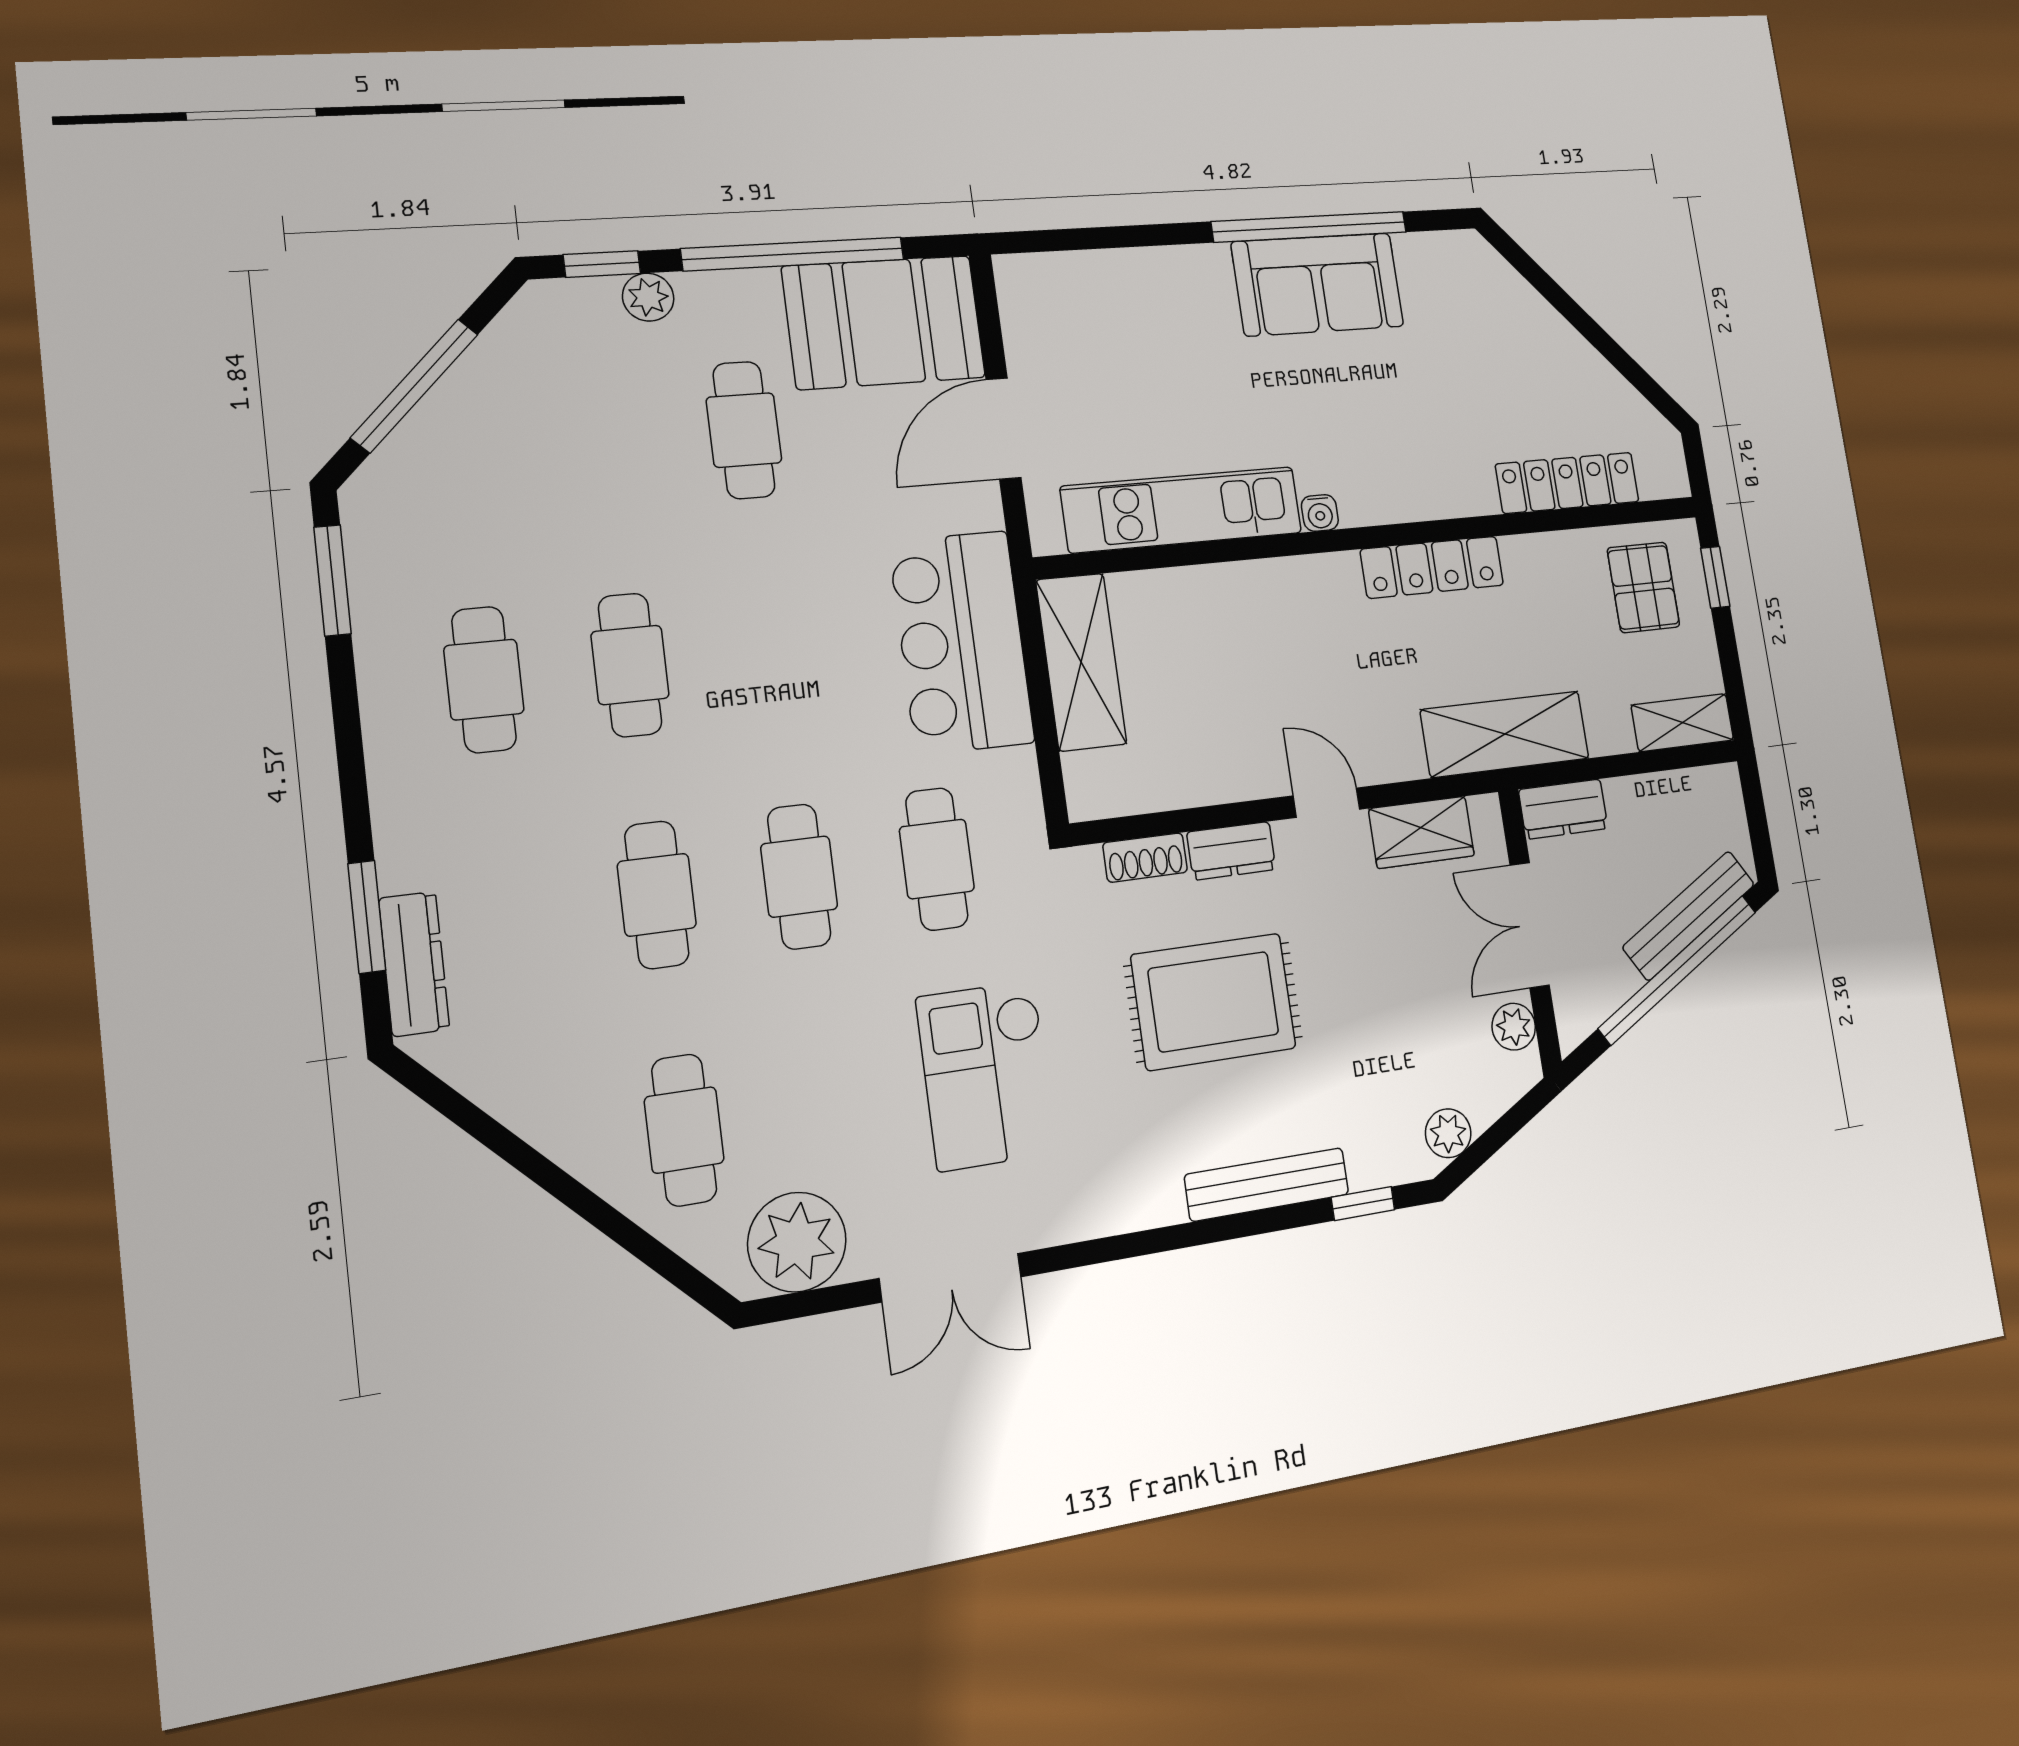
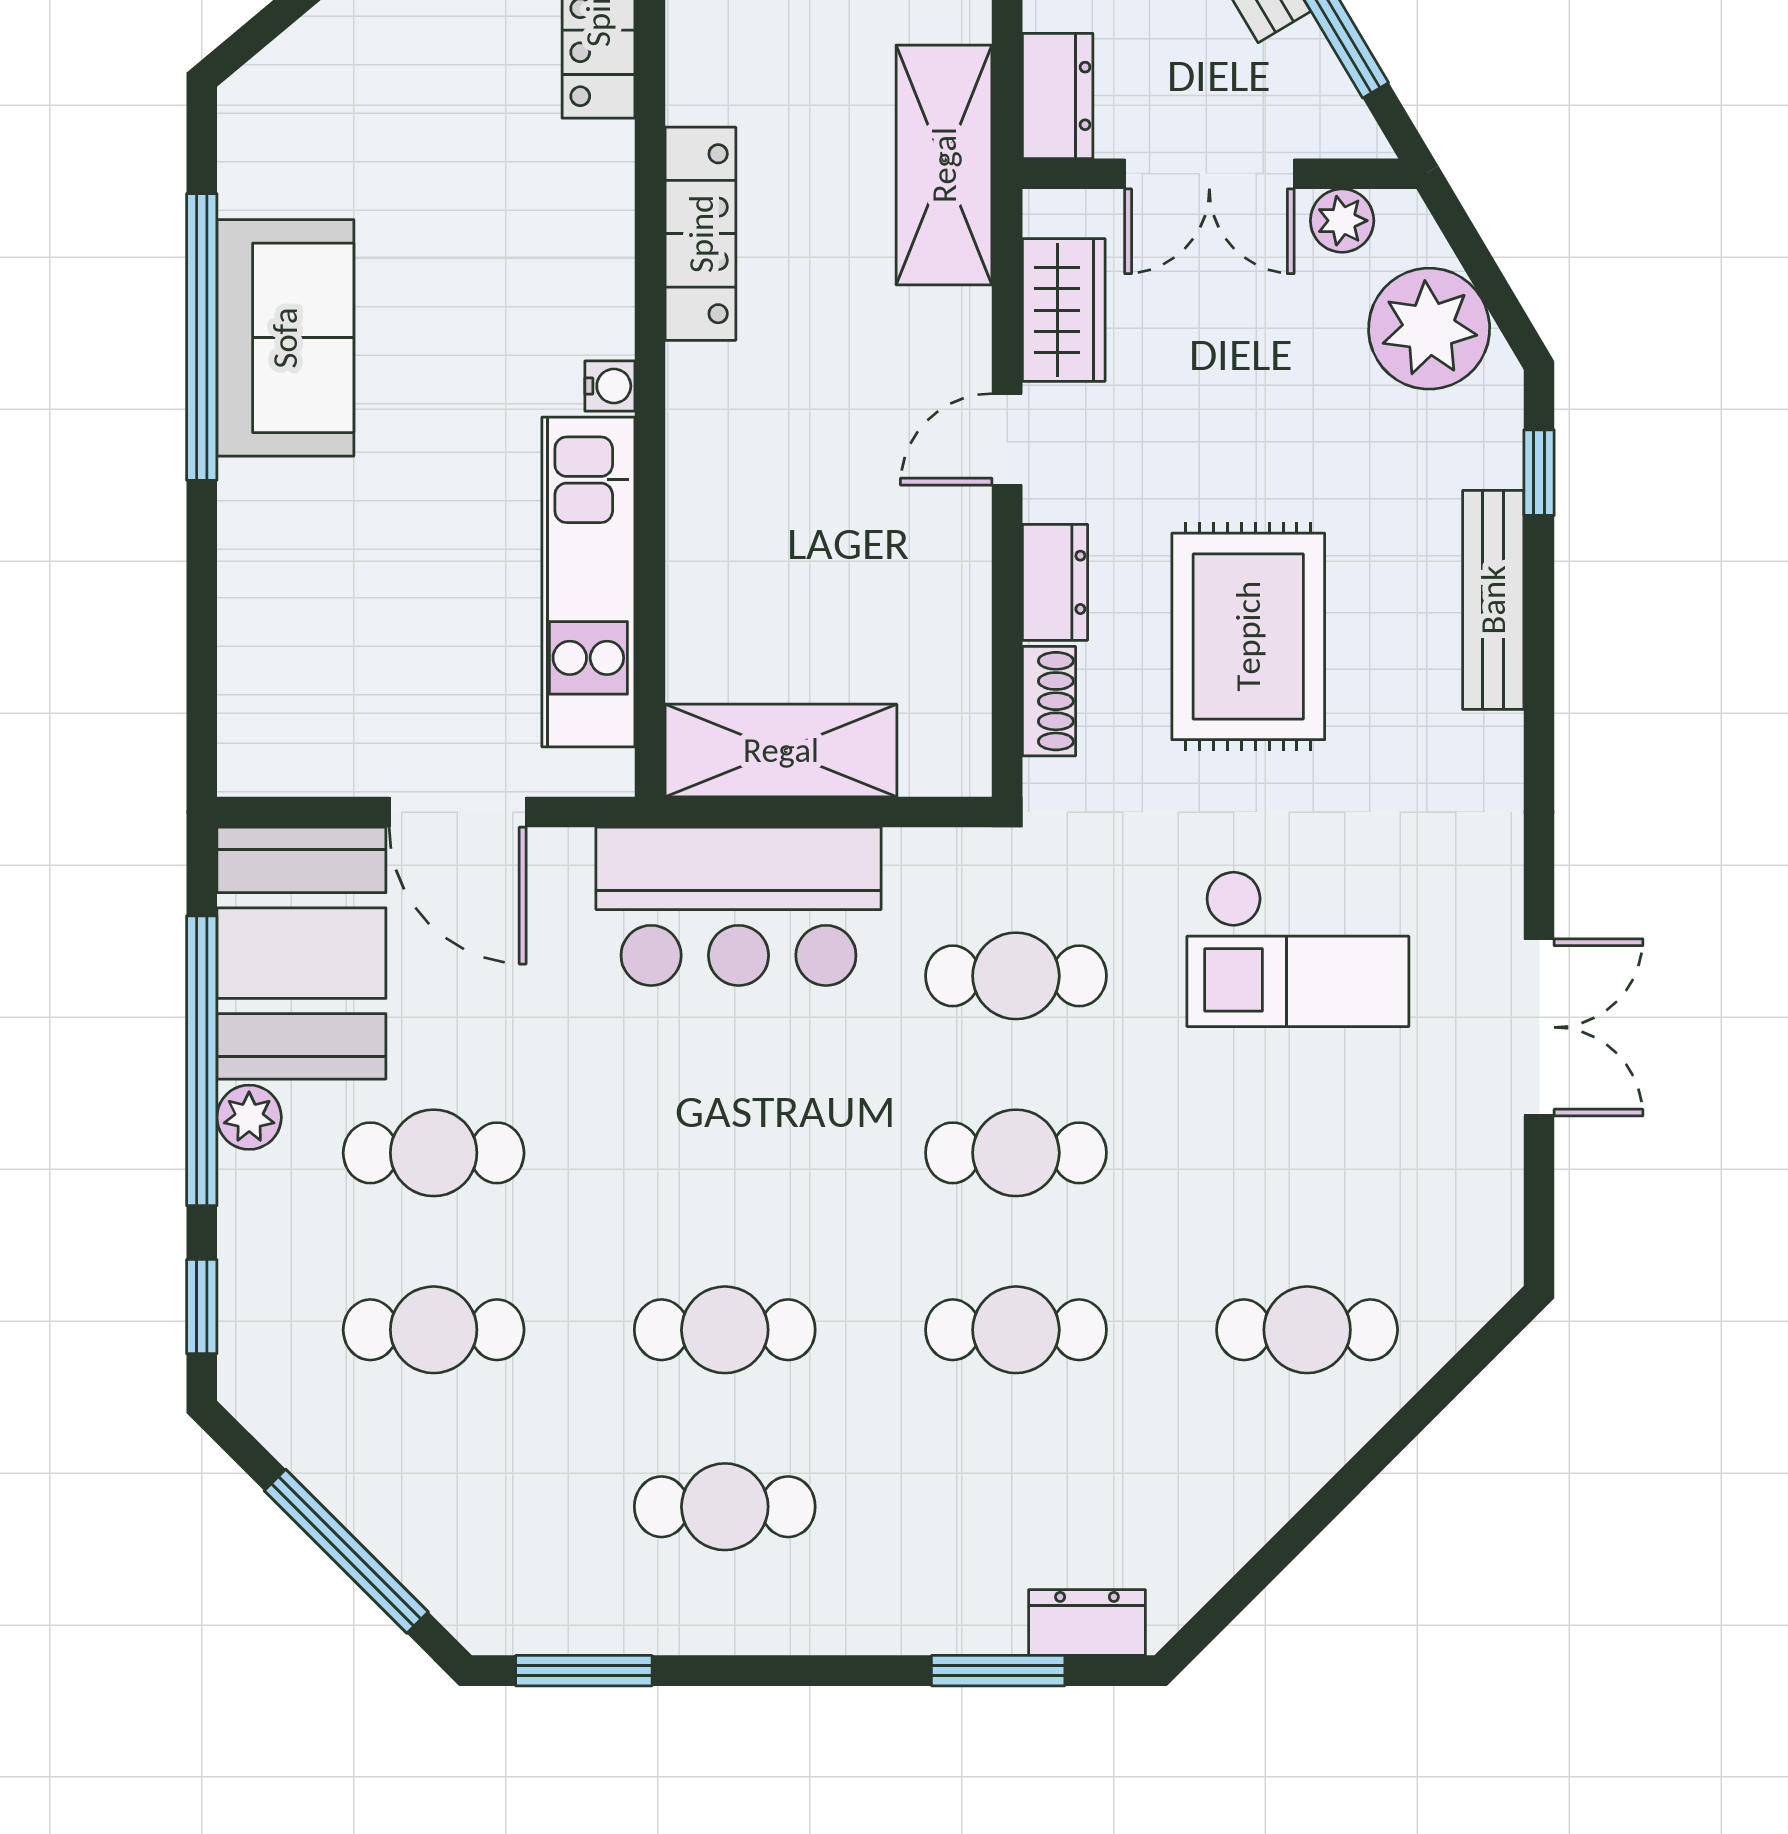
plant: (648, 297) -> (249, 1117), moved
cafe table: (604, 440) -> (434, 1330), added
dresser: (414, 964) -> (1087, 1623), width x0.70
plant: (1448, 1133) -> (1429, 329), width x1.88, depth x1.88
plant: (797, 1242) -> (1464, 1210), removed

